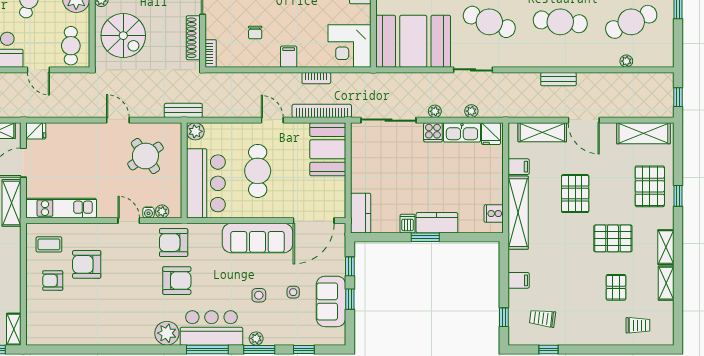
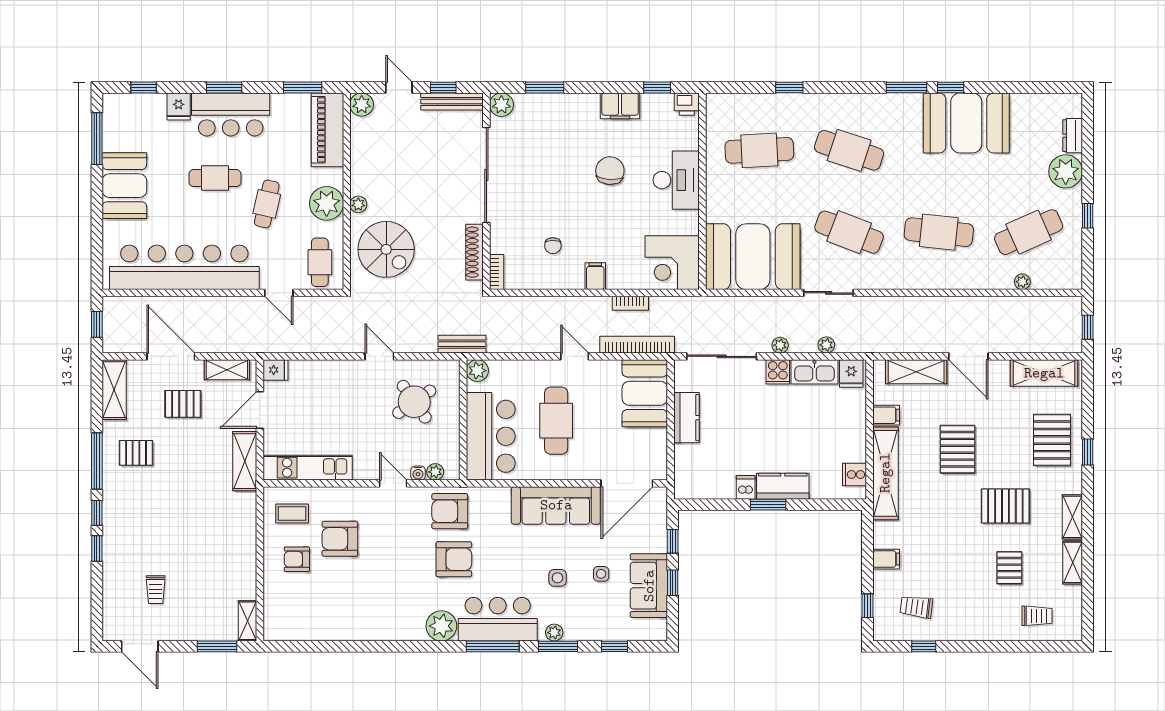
bench: (558, 79) -> (937, 305), removed
kitchen counter: (361, 213) -> (686, 418), moved

